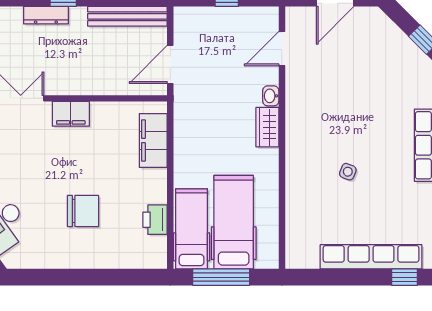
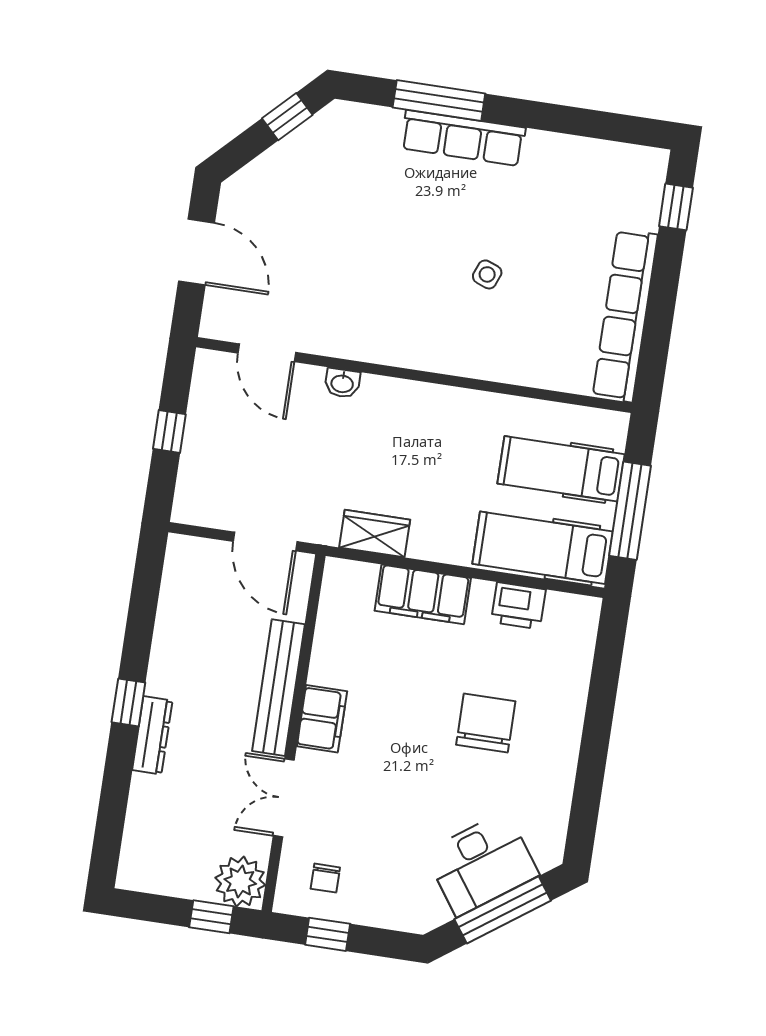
bench: (127, 16) -> (278, 688), moved
wardrobe: (267, 127) -> (375, 534), moved, turned 180
filing cabinet: (153, 141) -> (423, 594), moved
hospital bed: (234, 222) -> (561, 469), width x0.73, depth x0.78
row of seats: (371, 257) -> (625, 316), moved

